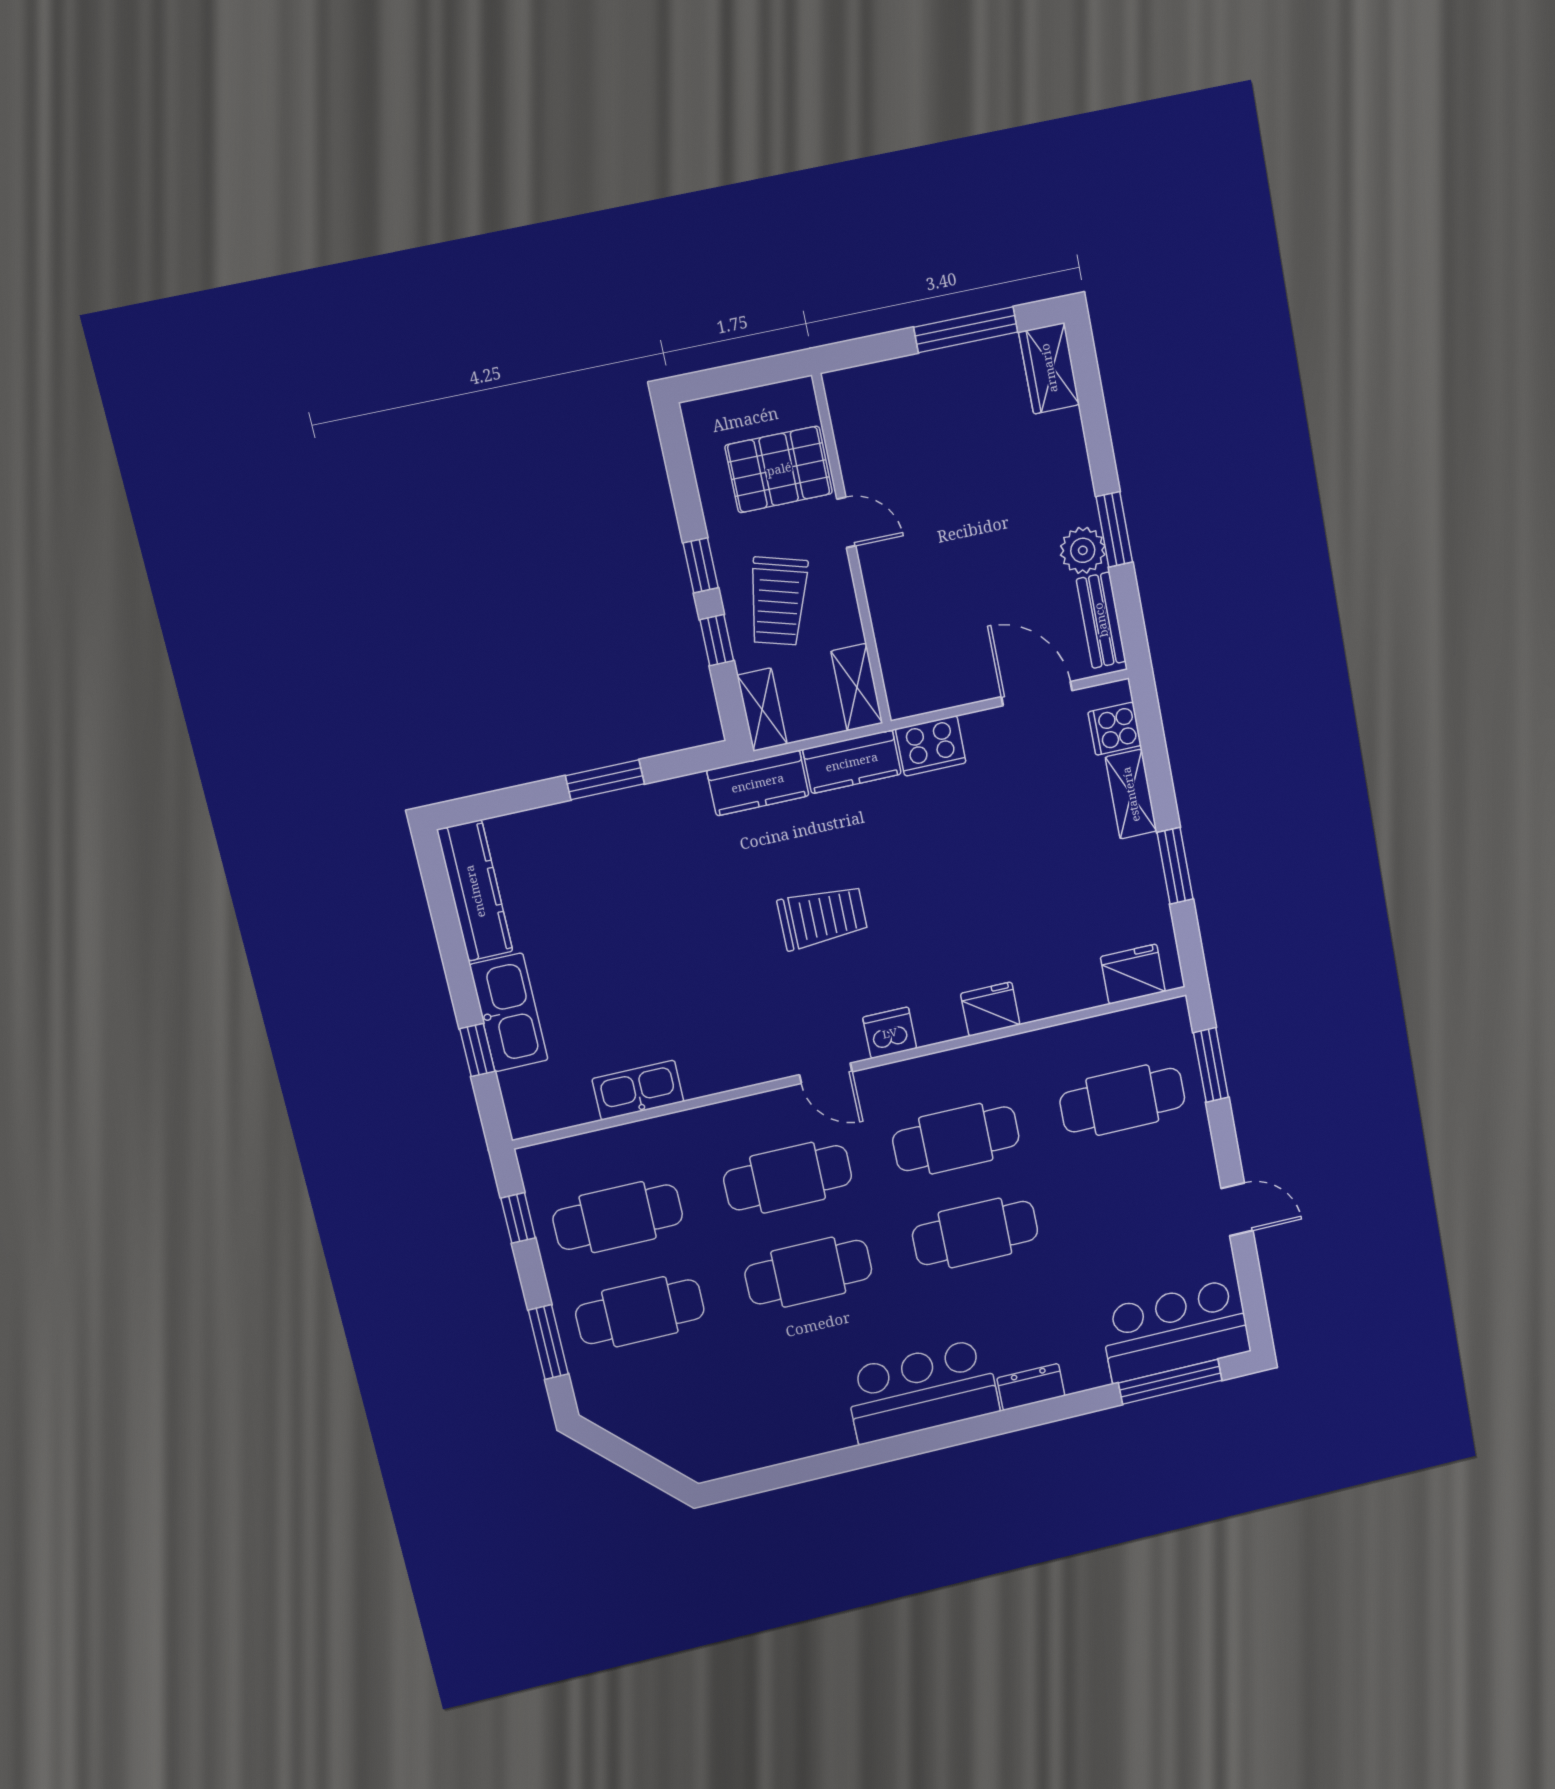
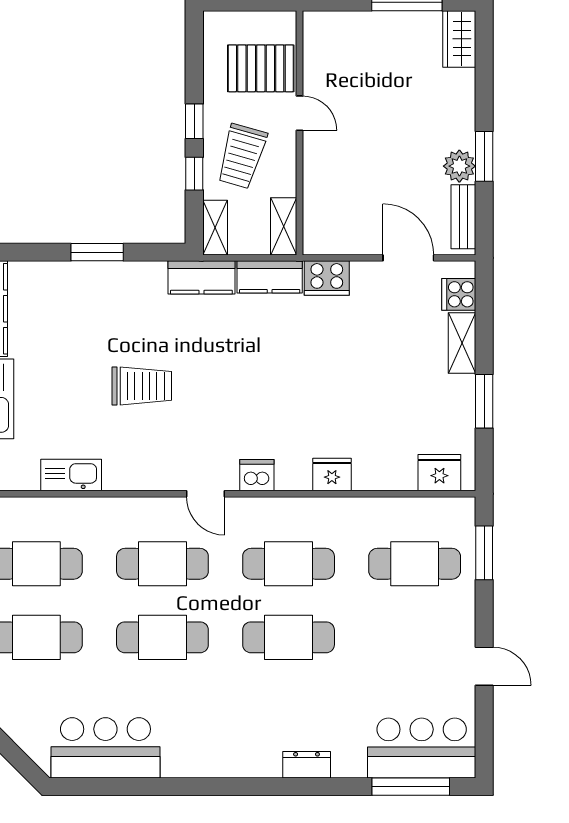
trolley: (822, 917) -> (142, 386), moved
bar counter: (922, 1391) -> (105, 748), moved

